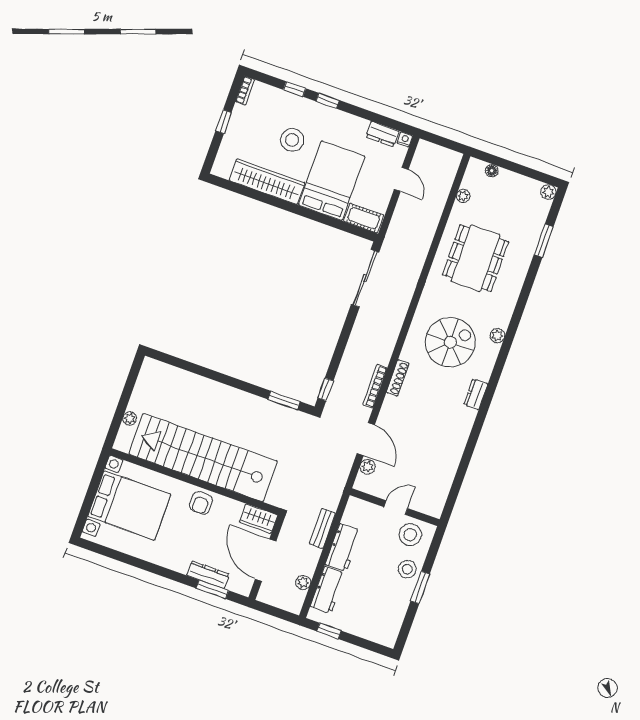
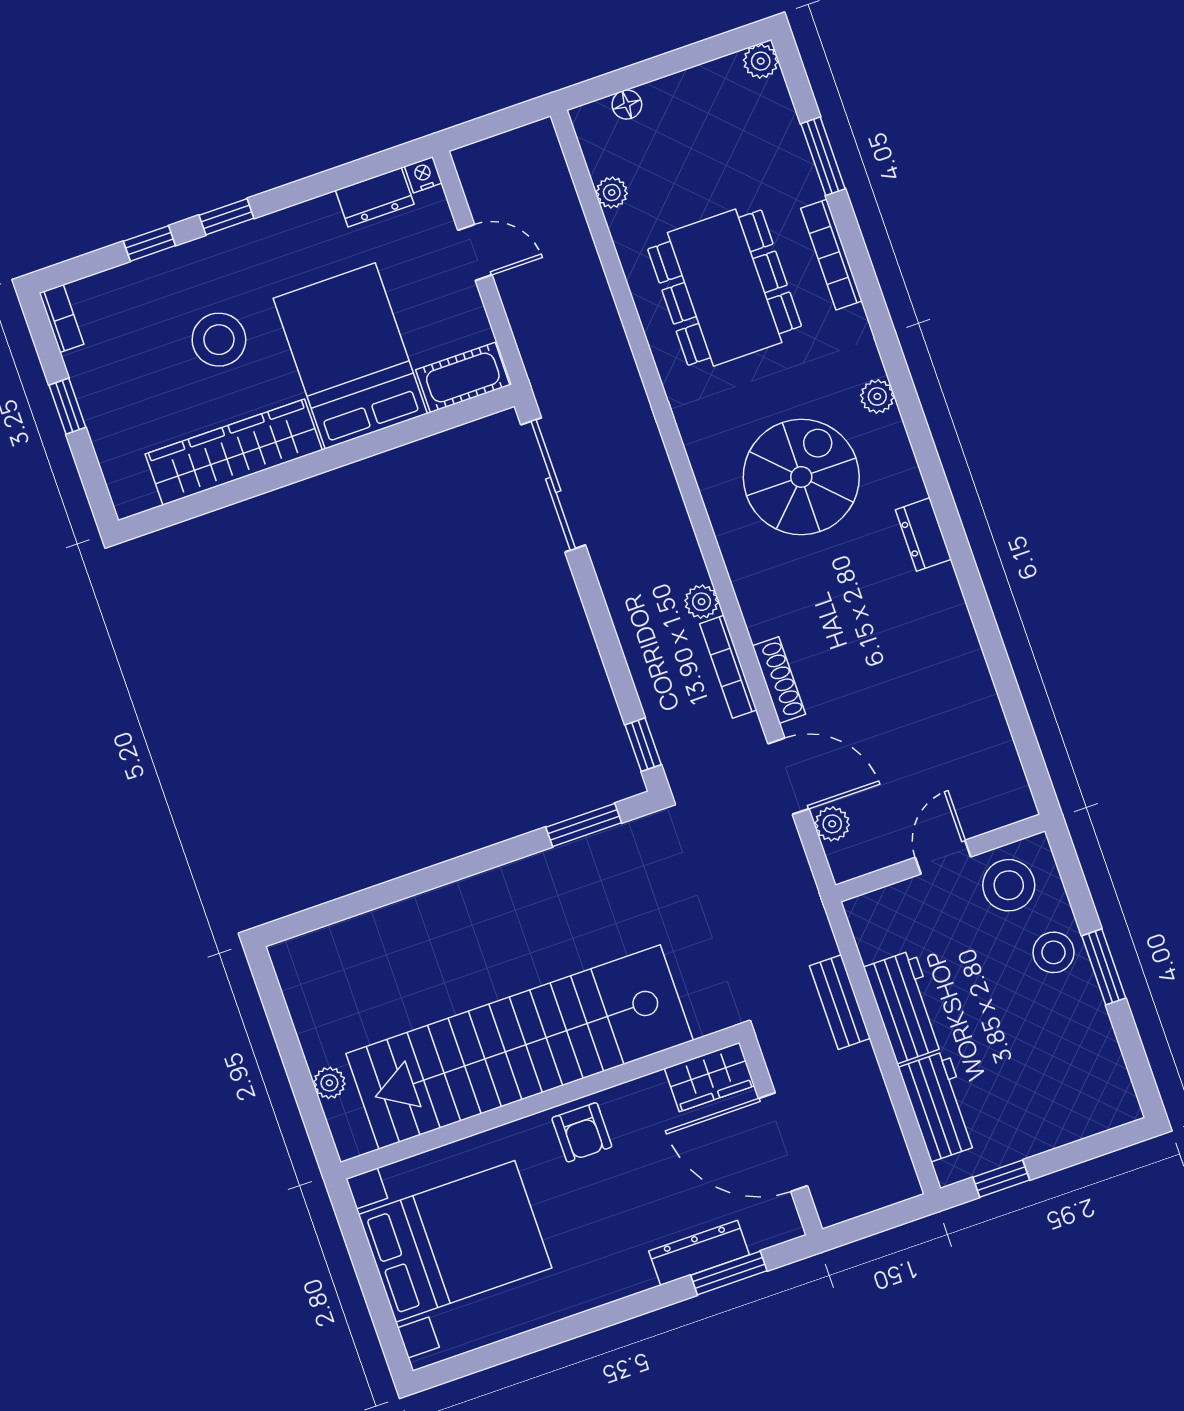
bookcase: (520, 276) -> (831, 255), added
shoe rack: (398, 378) -> (779, 680), moved
plant: (303, 582) -> (702, 602), moved

